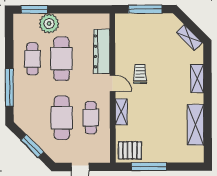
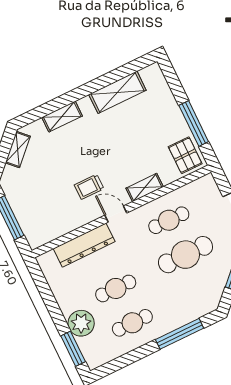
cafe table: (62, 59) -> (116, 288), width x0.73, depth x0.74
door: (113, 83) -> (116, 214), hinge flipped

